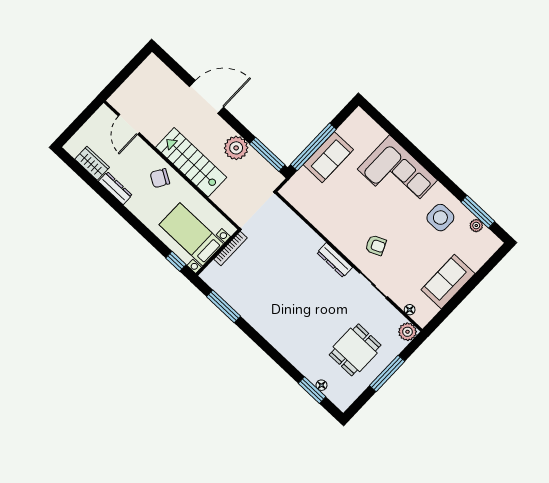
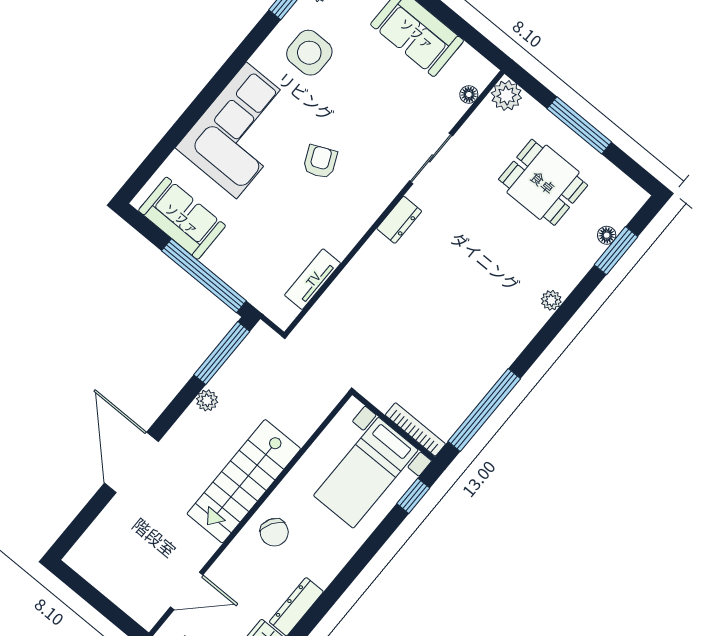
plant: (236, 148) -> (207, 400), width x0.53, depth x0.53
sofa: (328, 157) -> (182, 218), moved
tv unit: (307, 211) -> (313, 279), added
armchair: (376, 245) -> (320, 162), moved
bookcase: (231, 249) -> (415, 429), moved
dresser: (335, 260) -> (399, 220), width x0.70
window: (224, 306) -> (484, 410), width x1.46
plant: (285, 350) -> (551, 300), added

